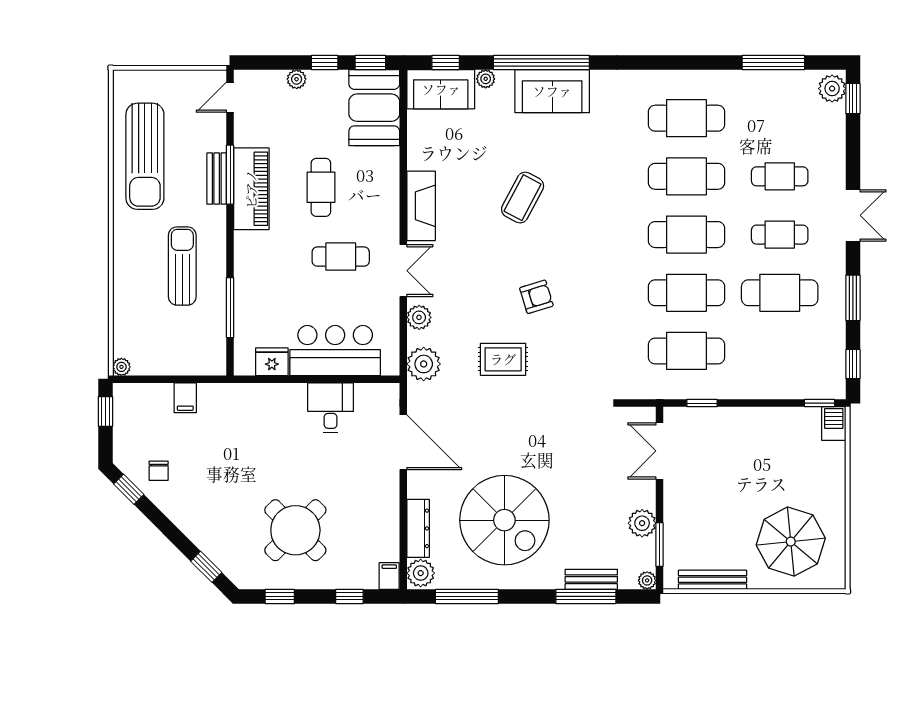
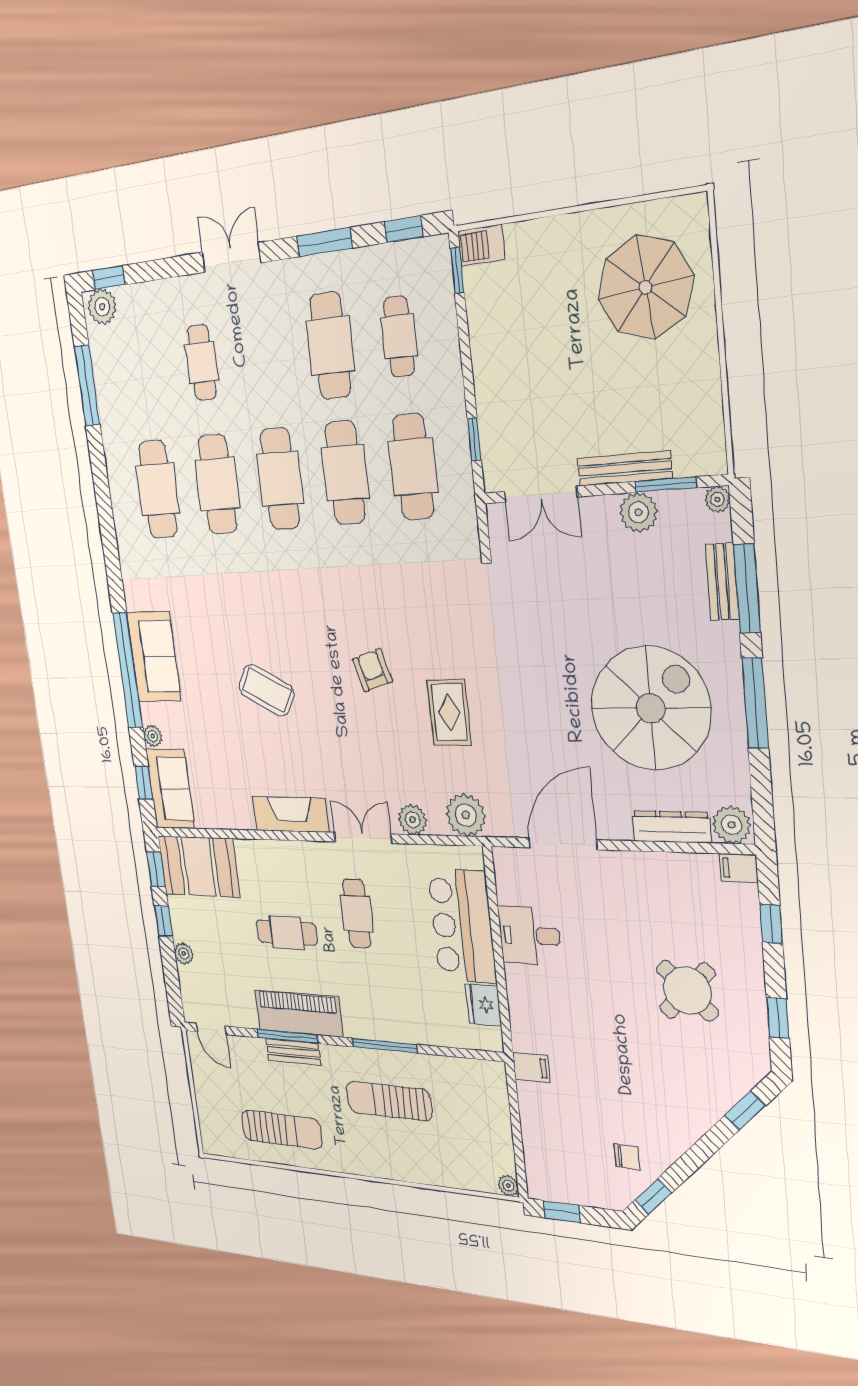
sun lounger: (145, 156) -> (281, 1130), width x0.73, depth x0.75
cafe table: (780, 235) -> (399, 337), moved
window: (230, 308) -> (385, 1046), moved
filing cabinet: (185, 398) -> (531, 1067), moved
round table: (295, 530) -> (687, 991), width x0.73, depth x0.73
bench: (712, 580) -> (625, 468), moved, turned 90
window: (467, 596) -> (755, 703), moved

